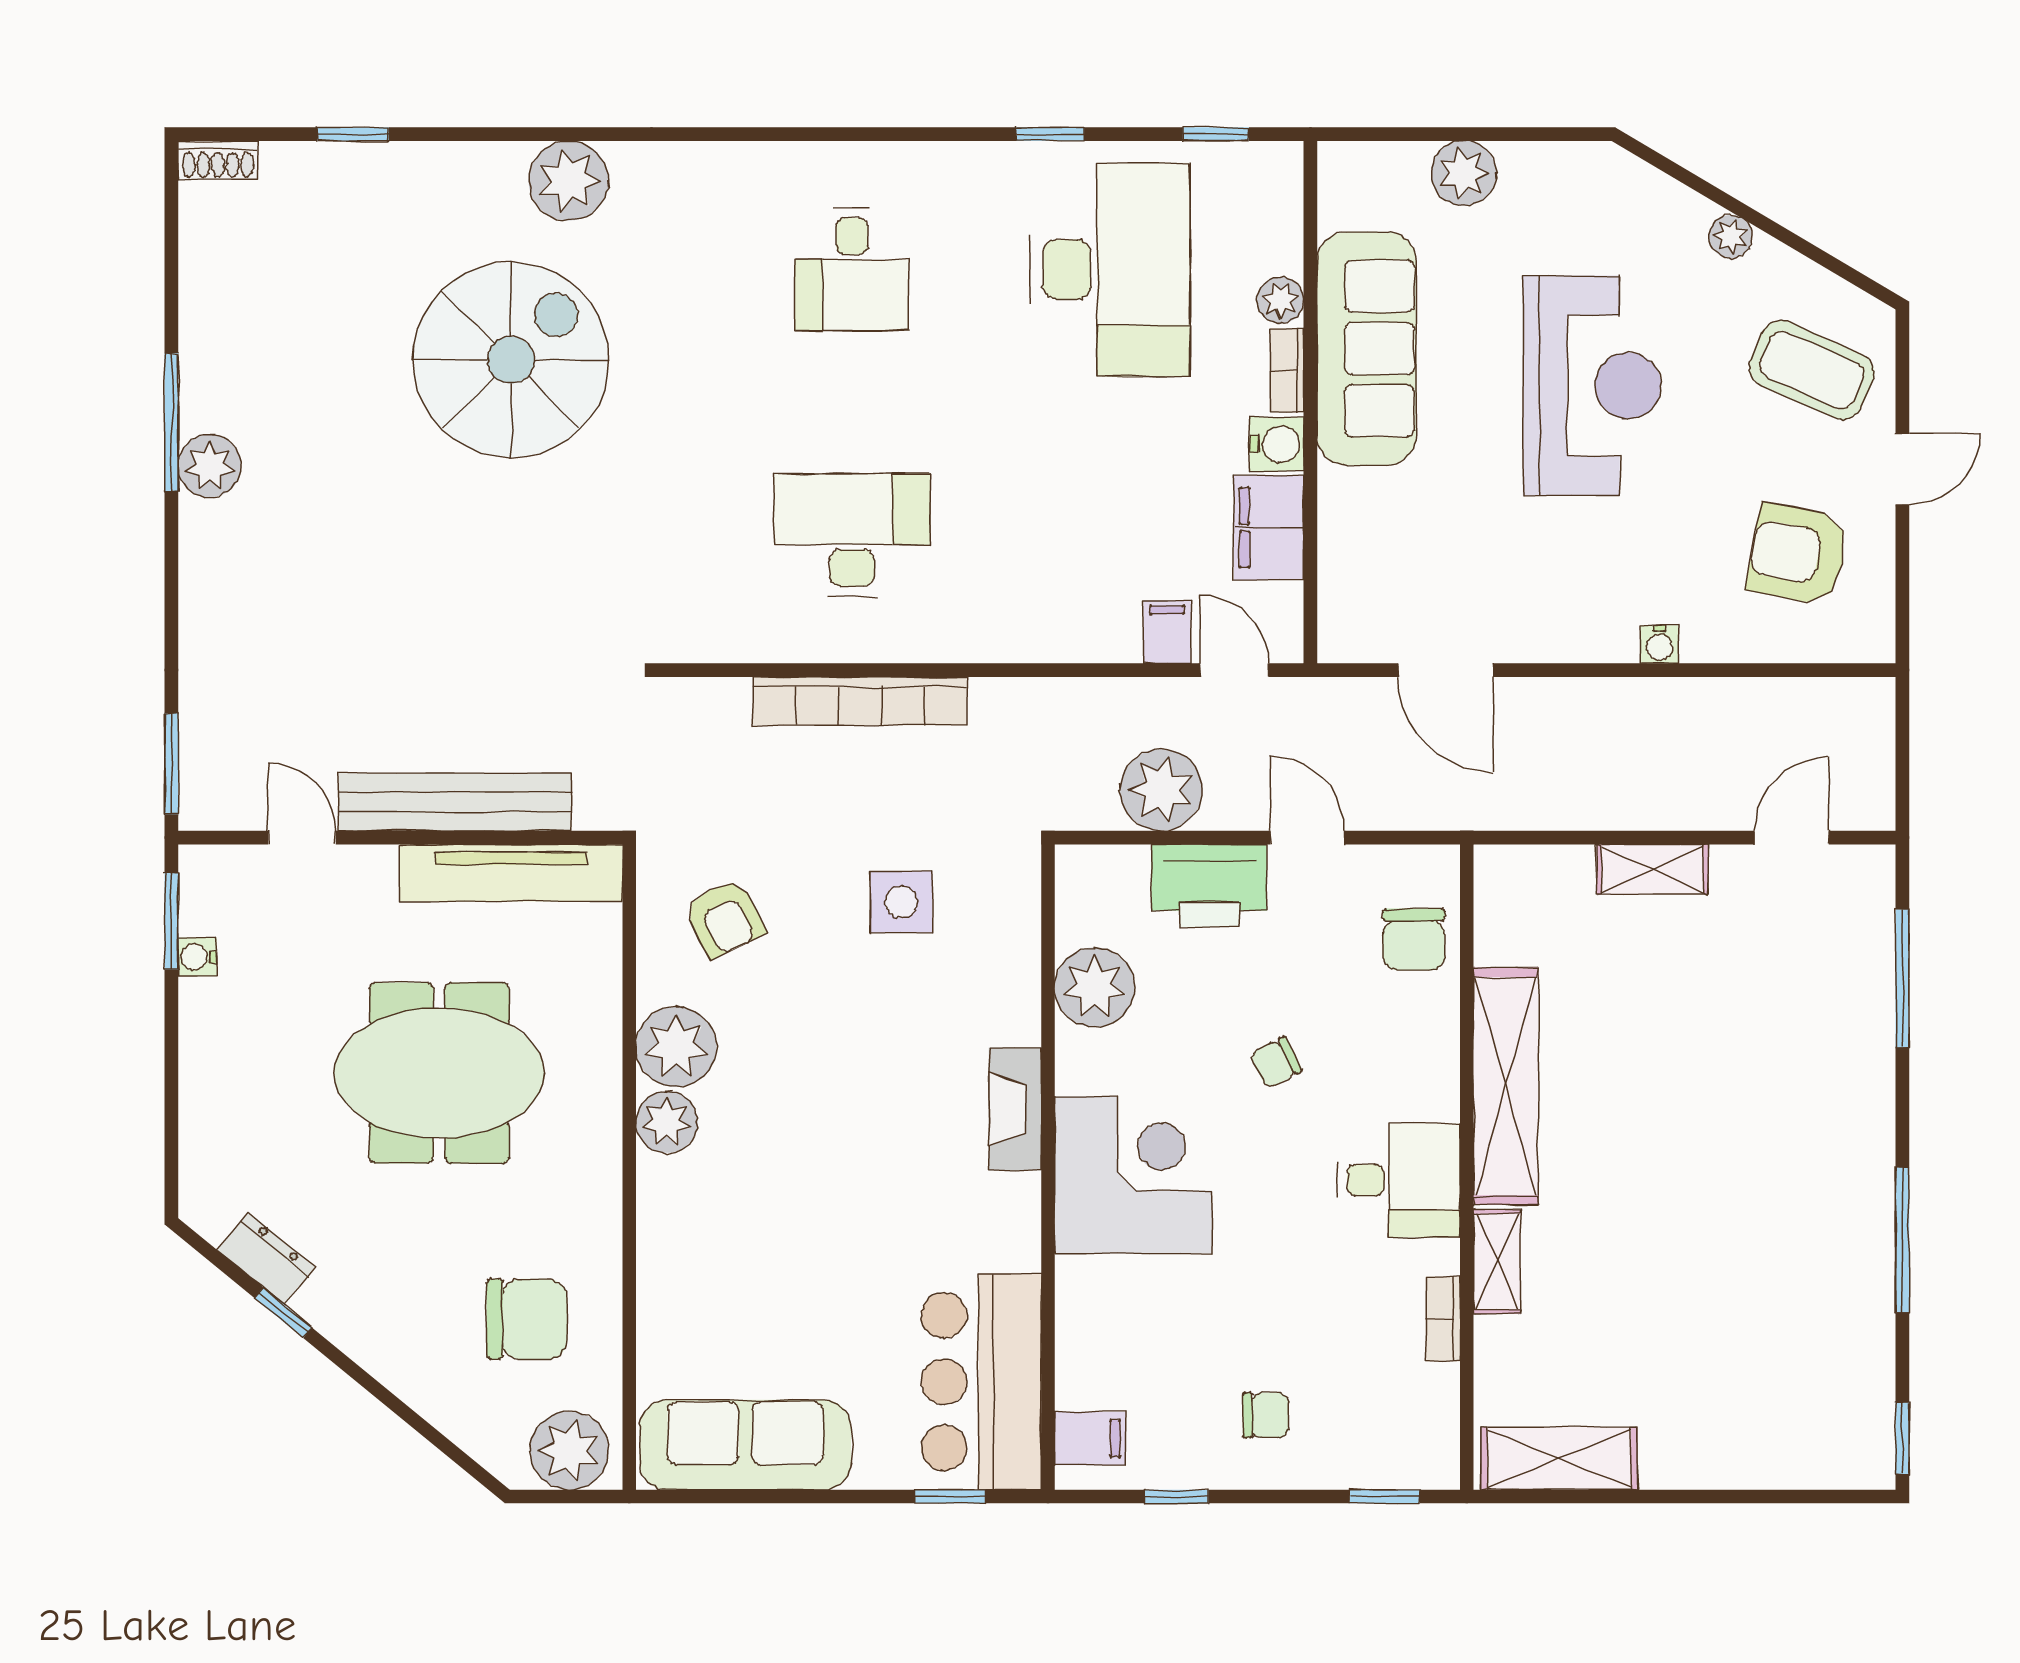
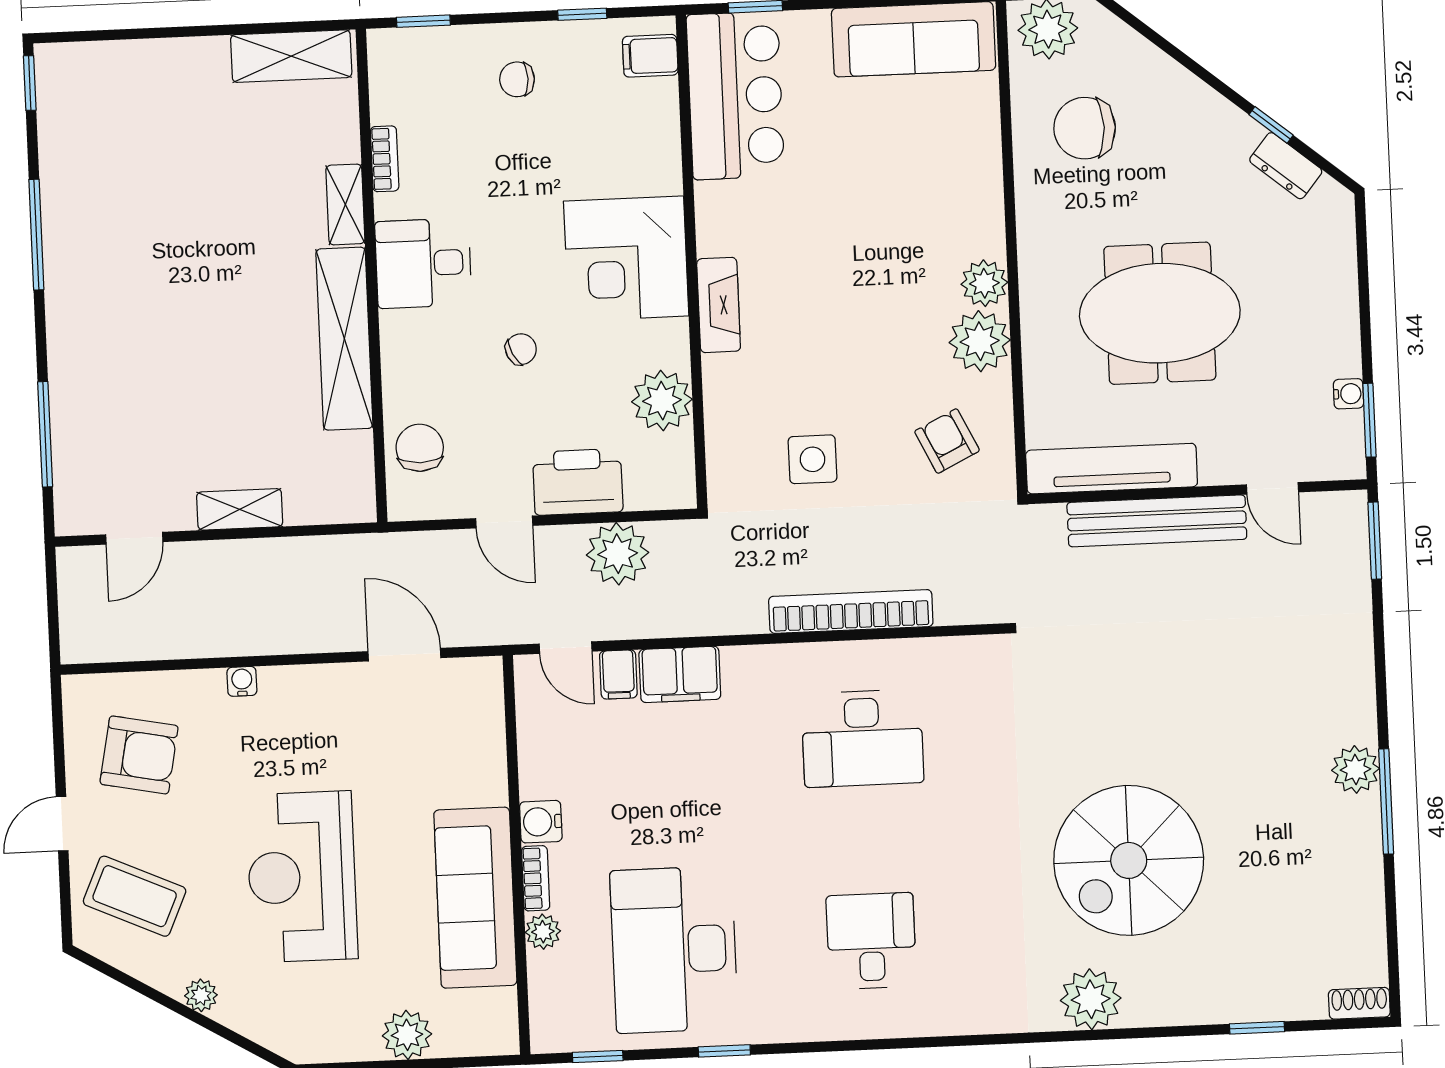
filing cabinet: (1269, 528) -> (680, 674), moved, turned 90

